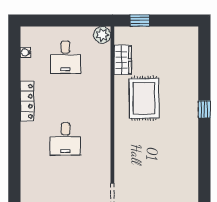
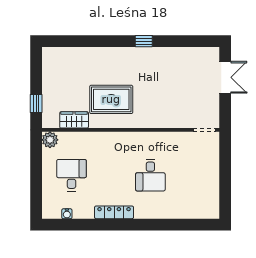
desk: (66, 57) -> (72, 175), turned -90
window: (204, 109) -> (144, 41), moved
desk: (66, 139) -> (150, 175), turned 90

